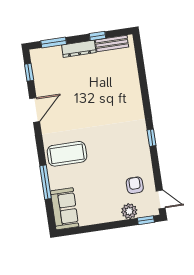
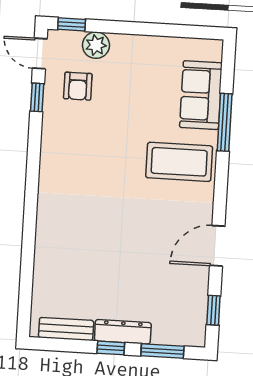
window: (98, 36) -> (111, 348), moved
window: (151, 138) -> (37, 97), moved
sofa: (65, 209) -> (201, 95), moved

